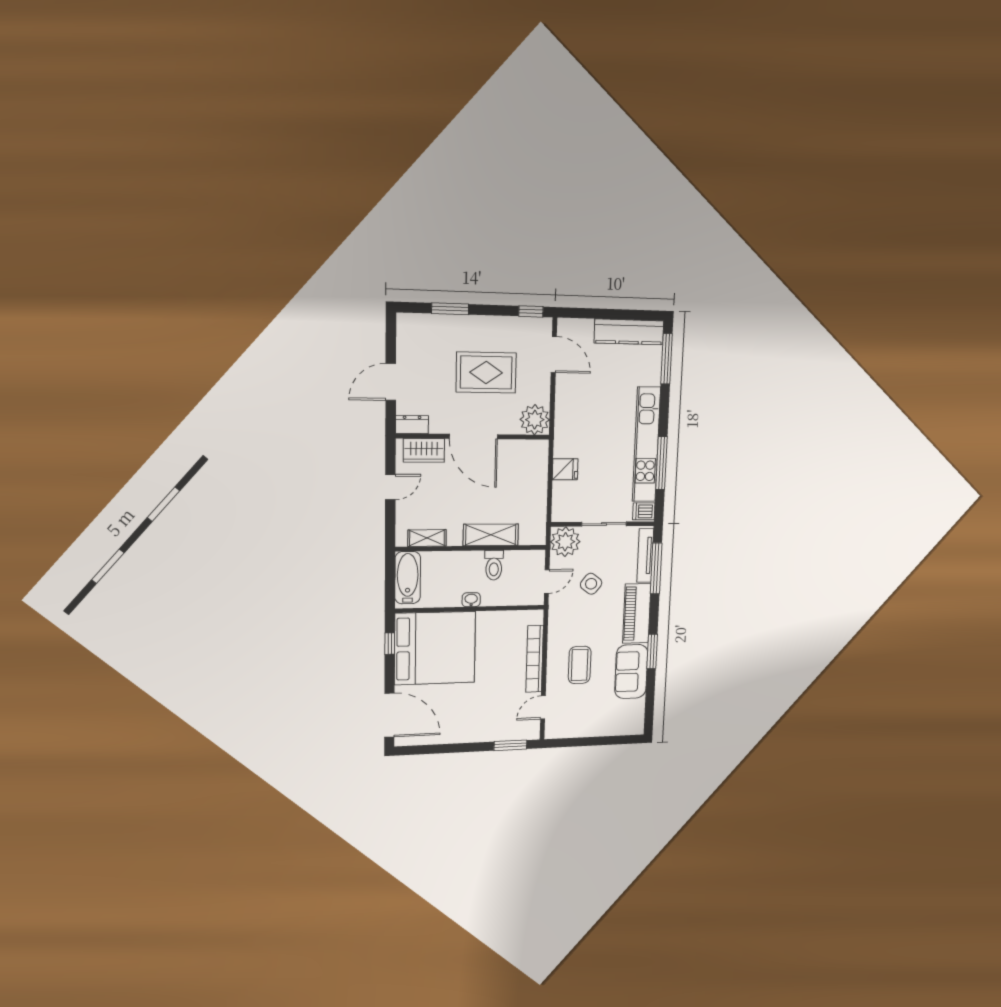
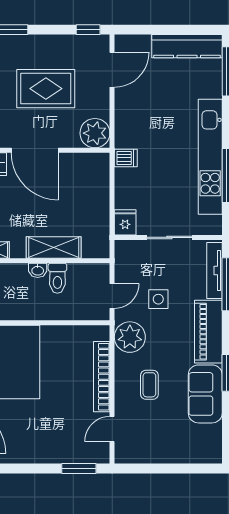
door: (554, 354) -> (112, 70), hinge flipped
fridge: (565, 469) -> (125, 222), moved, turned -90
dishwasher: (644, 511) -> (126, 158), moved, turned 180
plant: (565, 542) -> (130, 337), moved
side table: (591, 584) -> (158, 299), turned -38
washbasin: (471, 600) -> (38, 270), moved, turned 180
coffee table: (580, 665) -> (149, 385), width x0.73, depth x0.77

